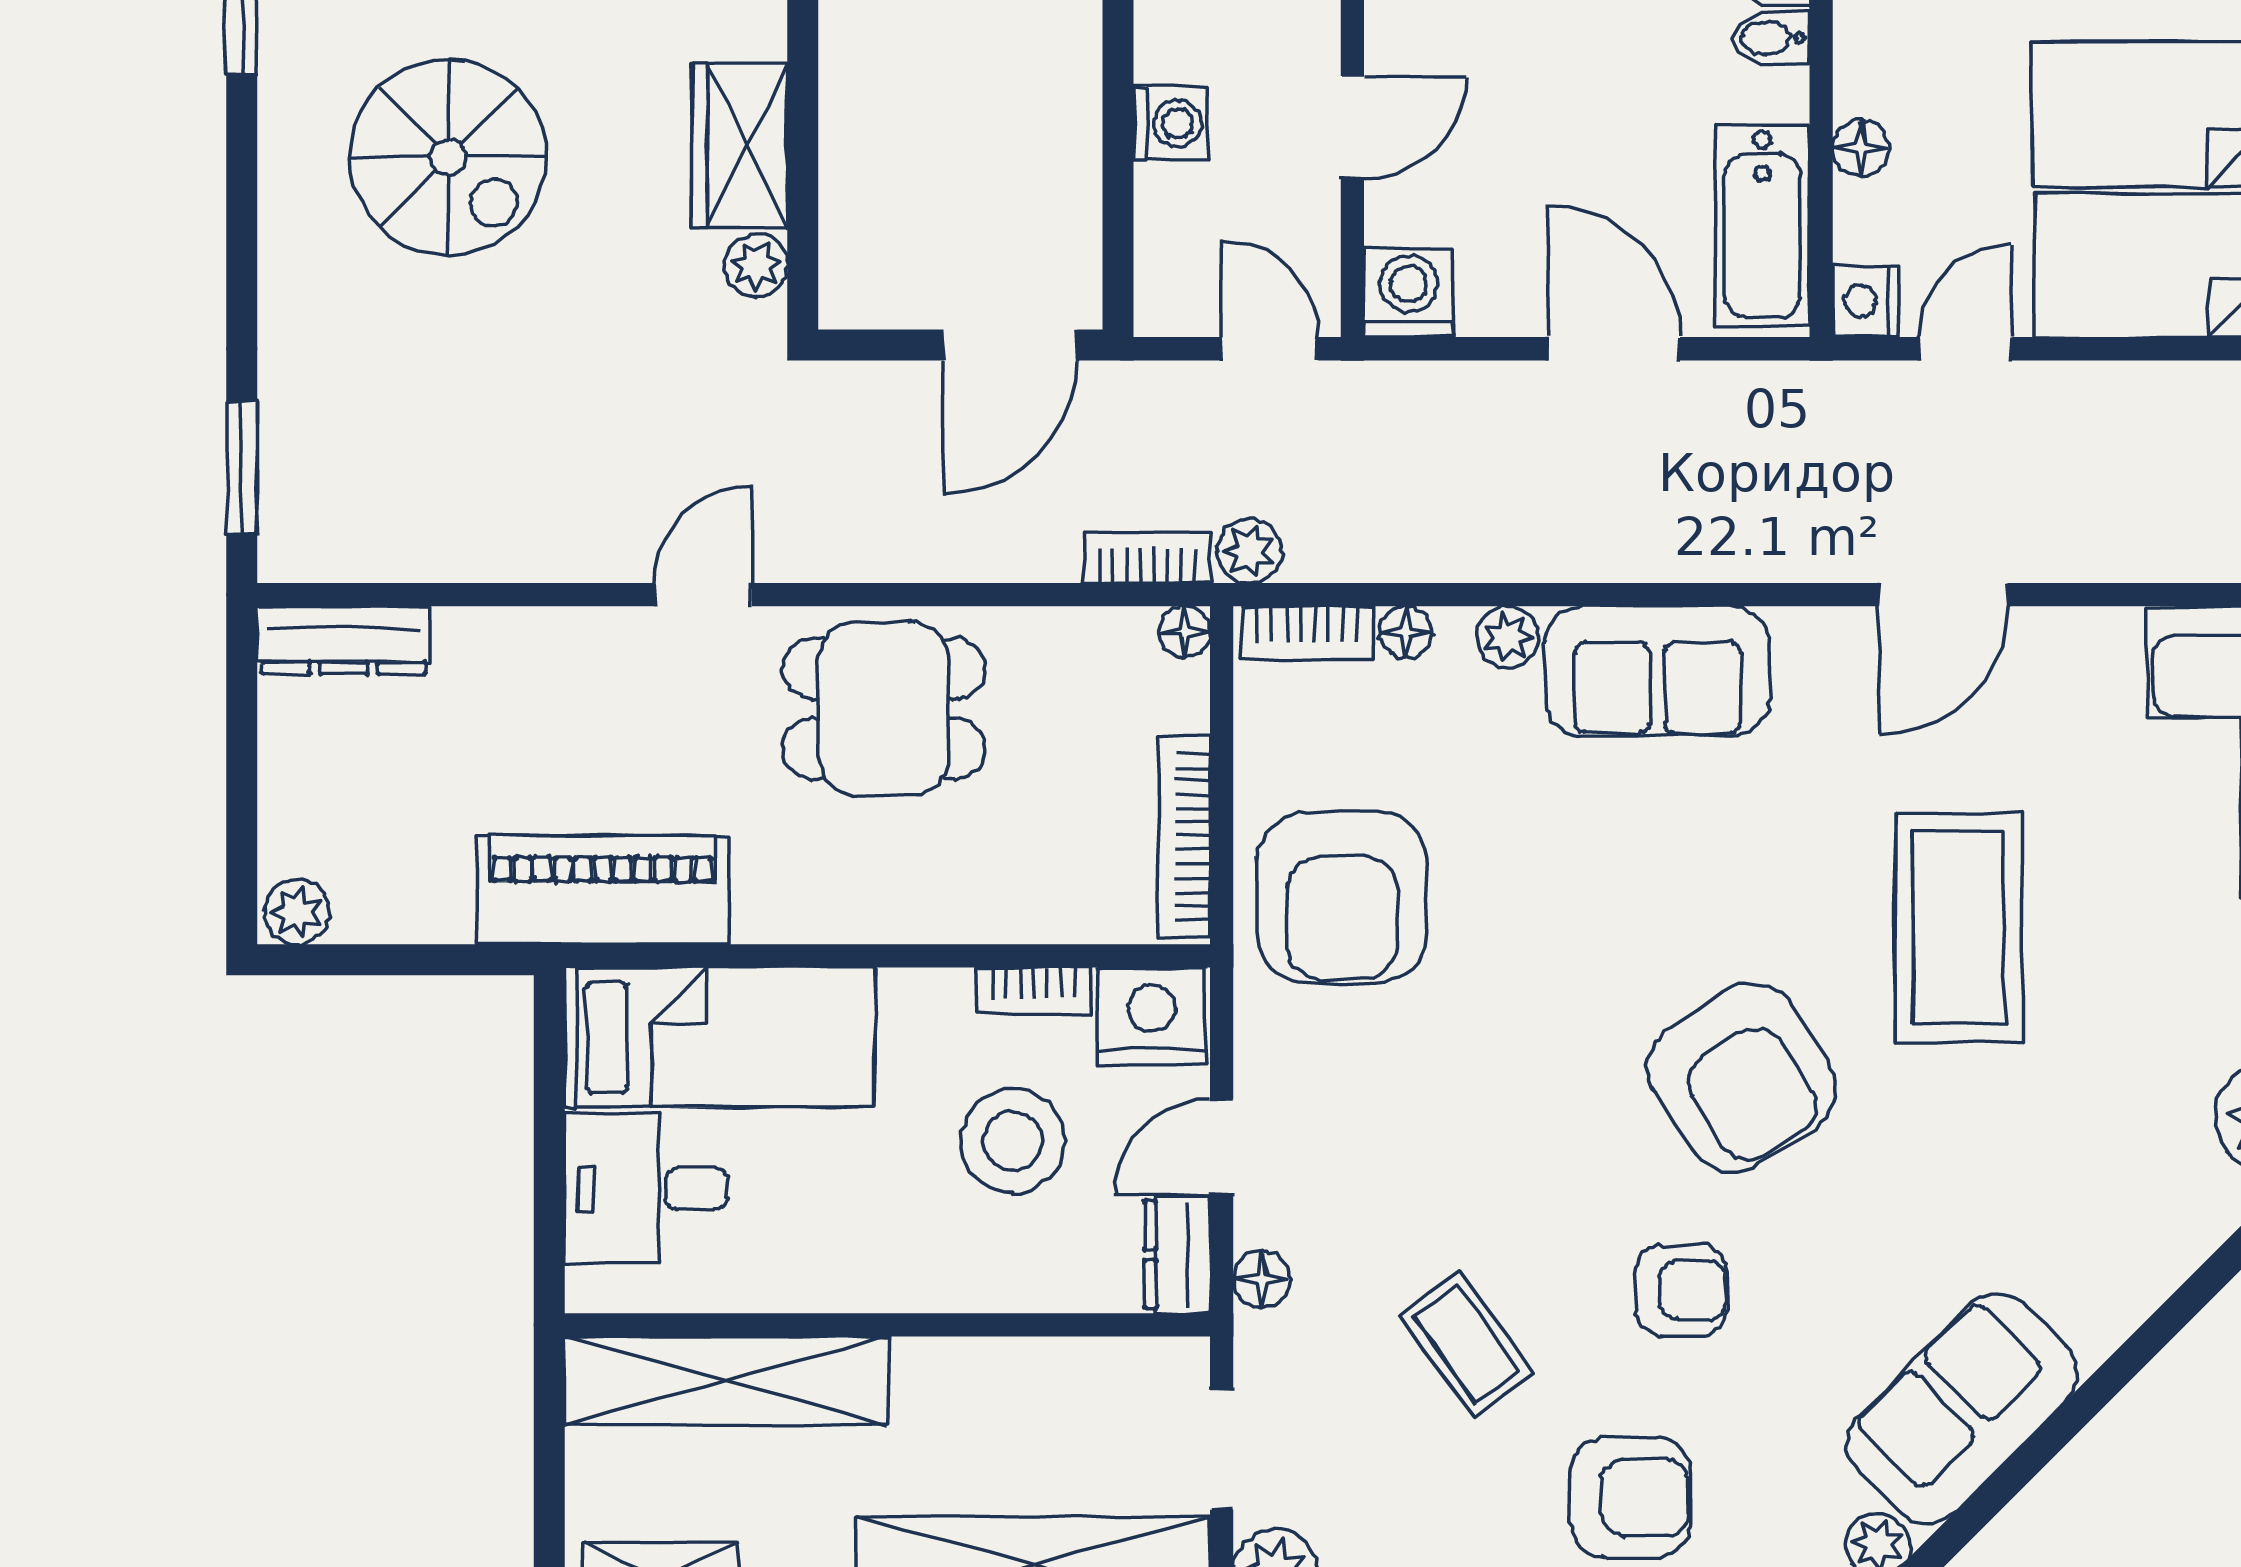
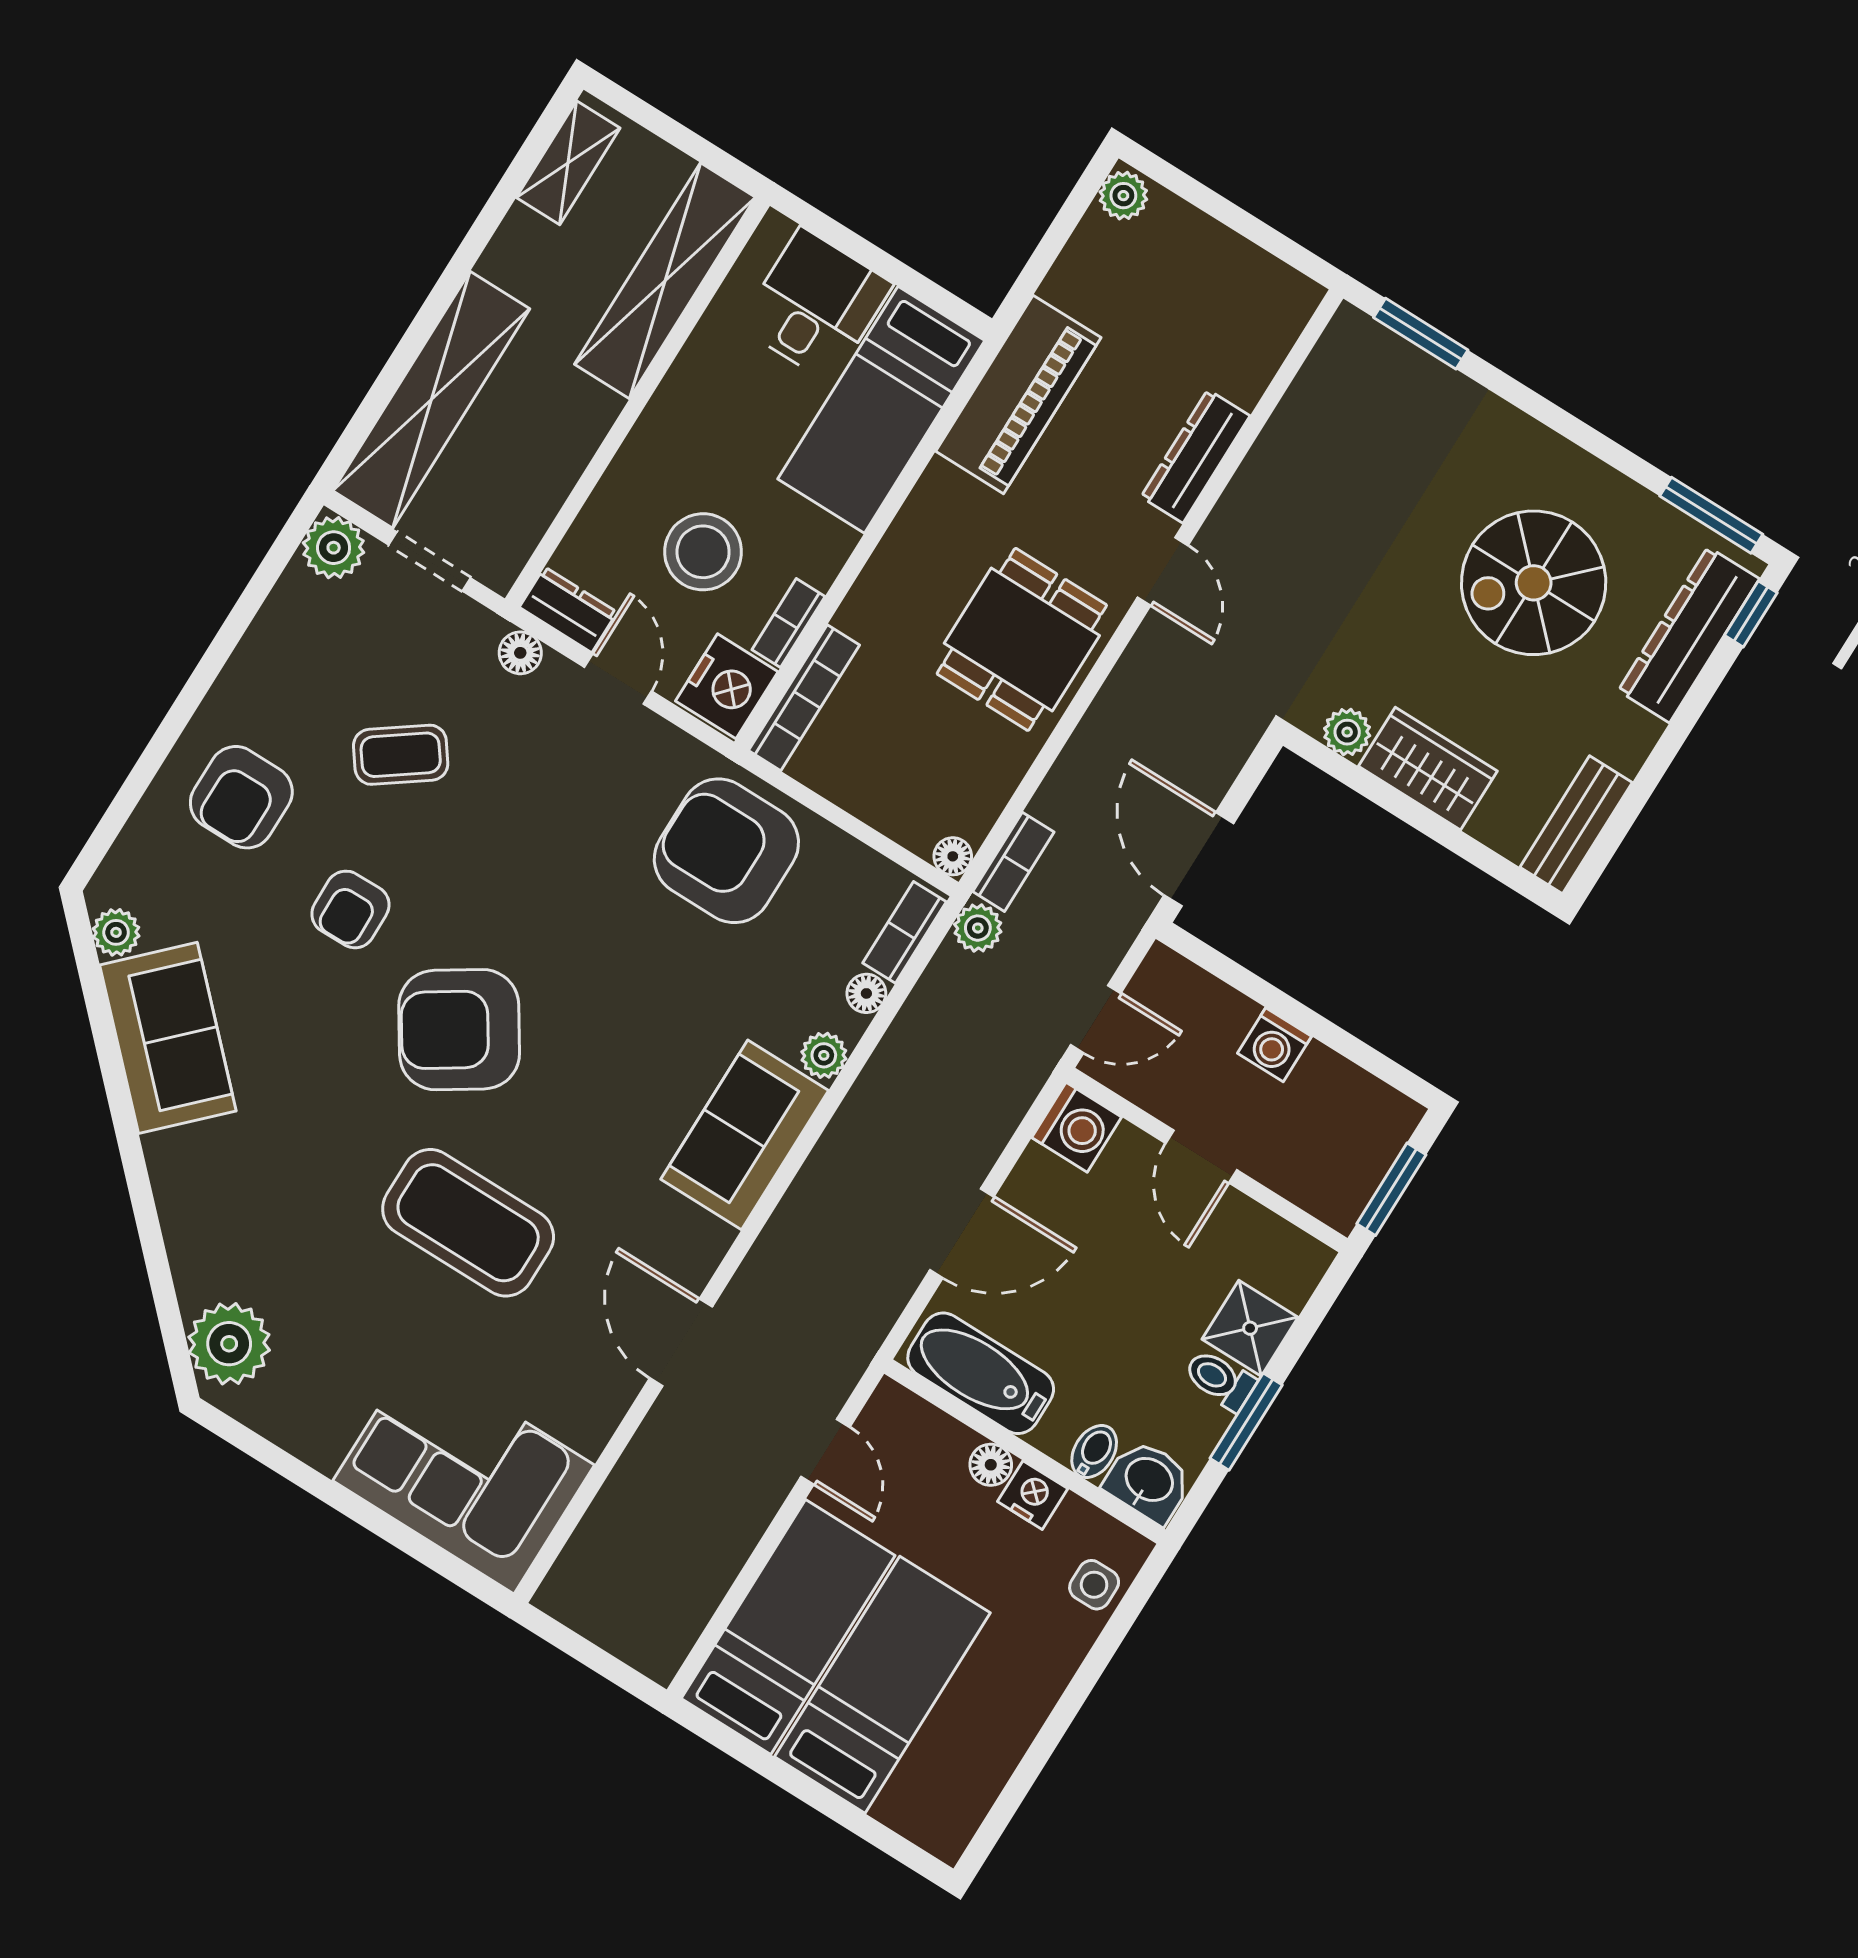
nightstand: (1866, 301) -> (1033, 1495), moved
dresser: (344, 640) -> (1195, 456), moved
bookcase: (1184, 836) -> (804, 698), moved, turned 90

